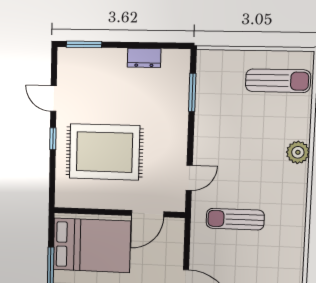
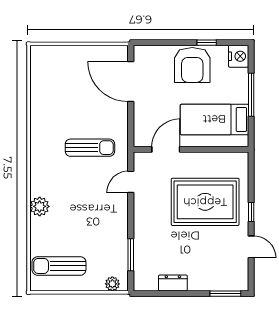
plant: (215, 58) -> (112, 284), added
bed: (92, 245) -> (214, 119), width x0.67

